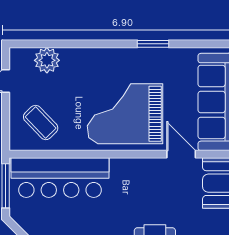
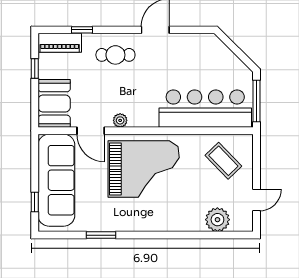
window: (153, 44) -> (101, 235), moved
plant: (150, 165) -> (120, 120), added

